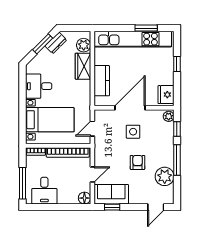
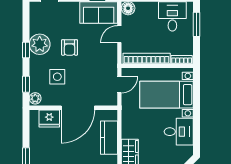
fridge: (166, 95) -> (49, 118), moved, turned 90
side table: (133, 132) -> (57, 77), moved
window: (177, 160) -> (26, 50), width x0.46
plant: (165, 176) -> (40, 44), moved
window: (22, 183) -> (197, 24), width x0.69

